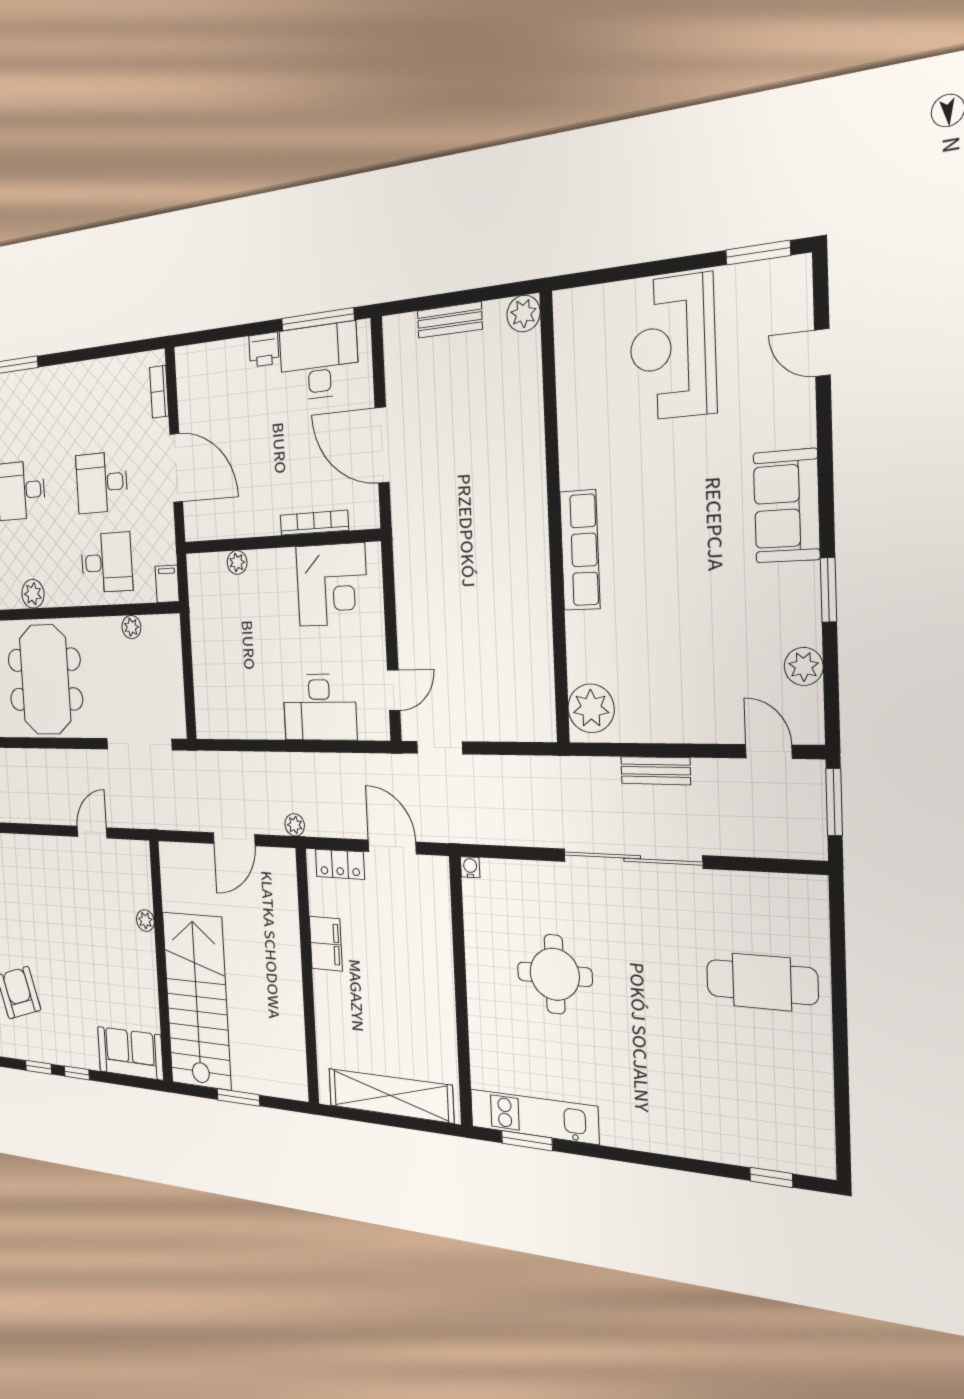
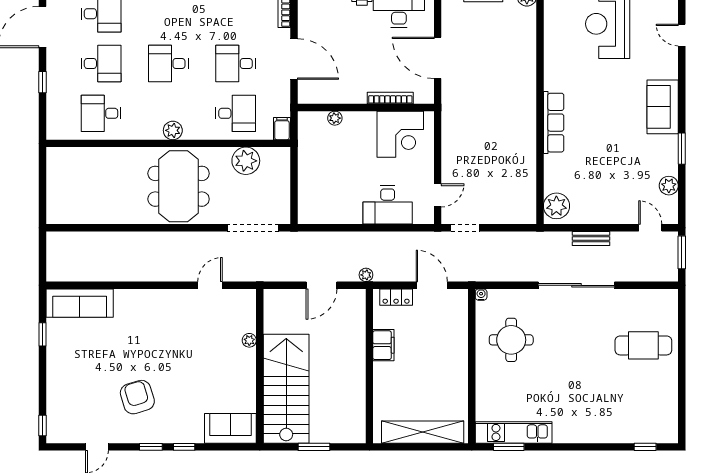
plant: (131, 627) -> (246, 161), width x1.88, depth x1.88
round table: (555, 974) -> (511, 340), moved

